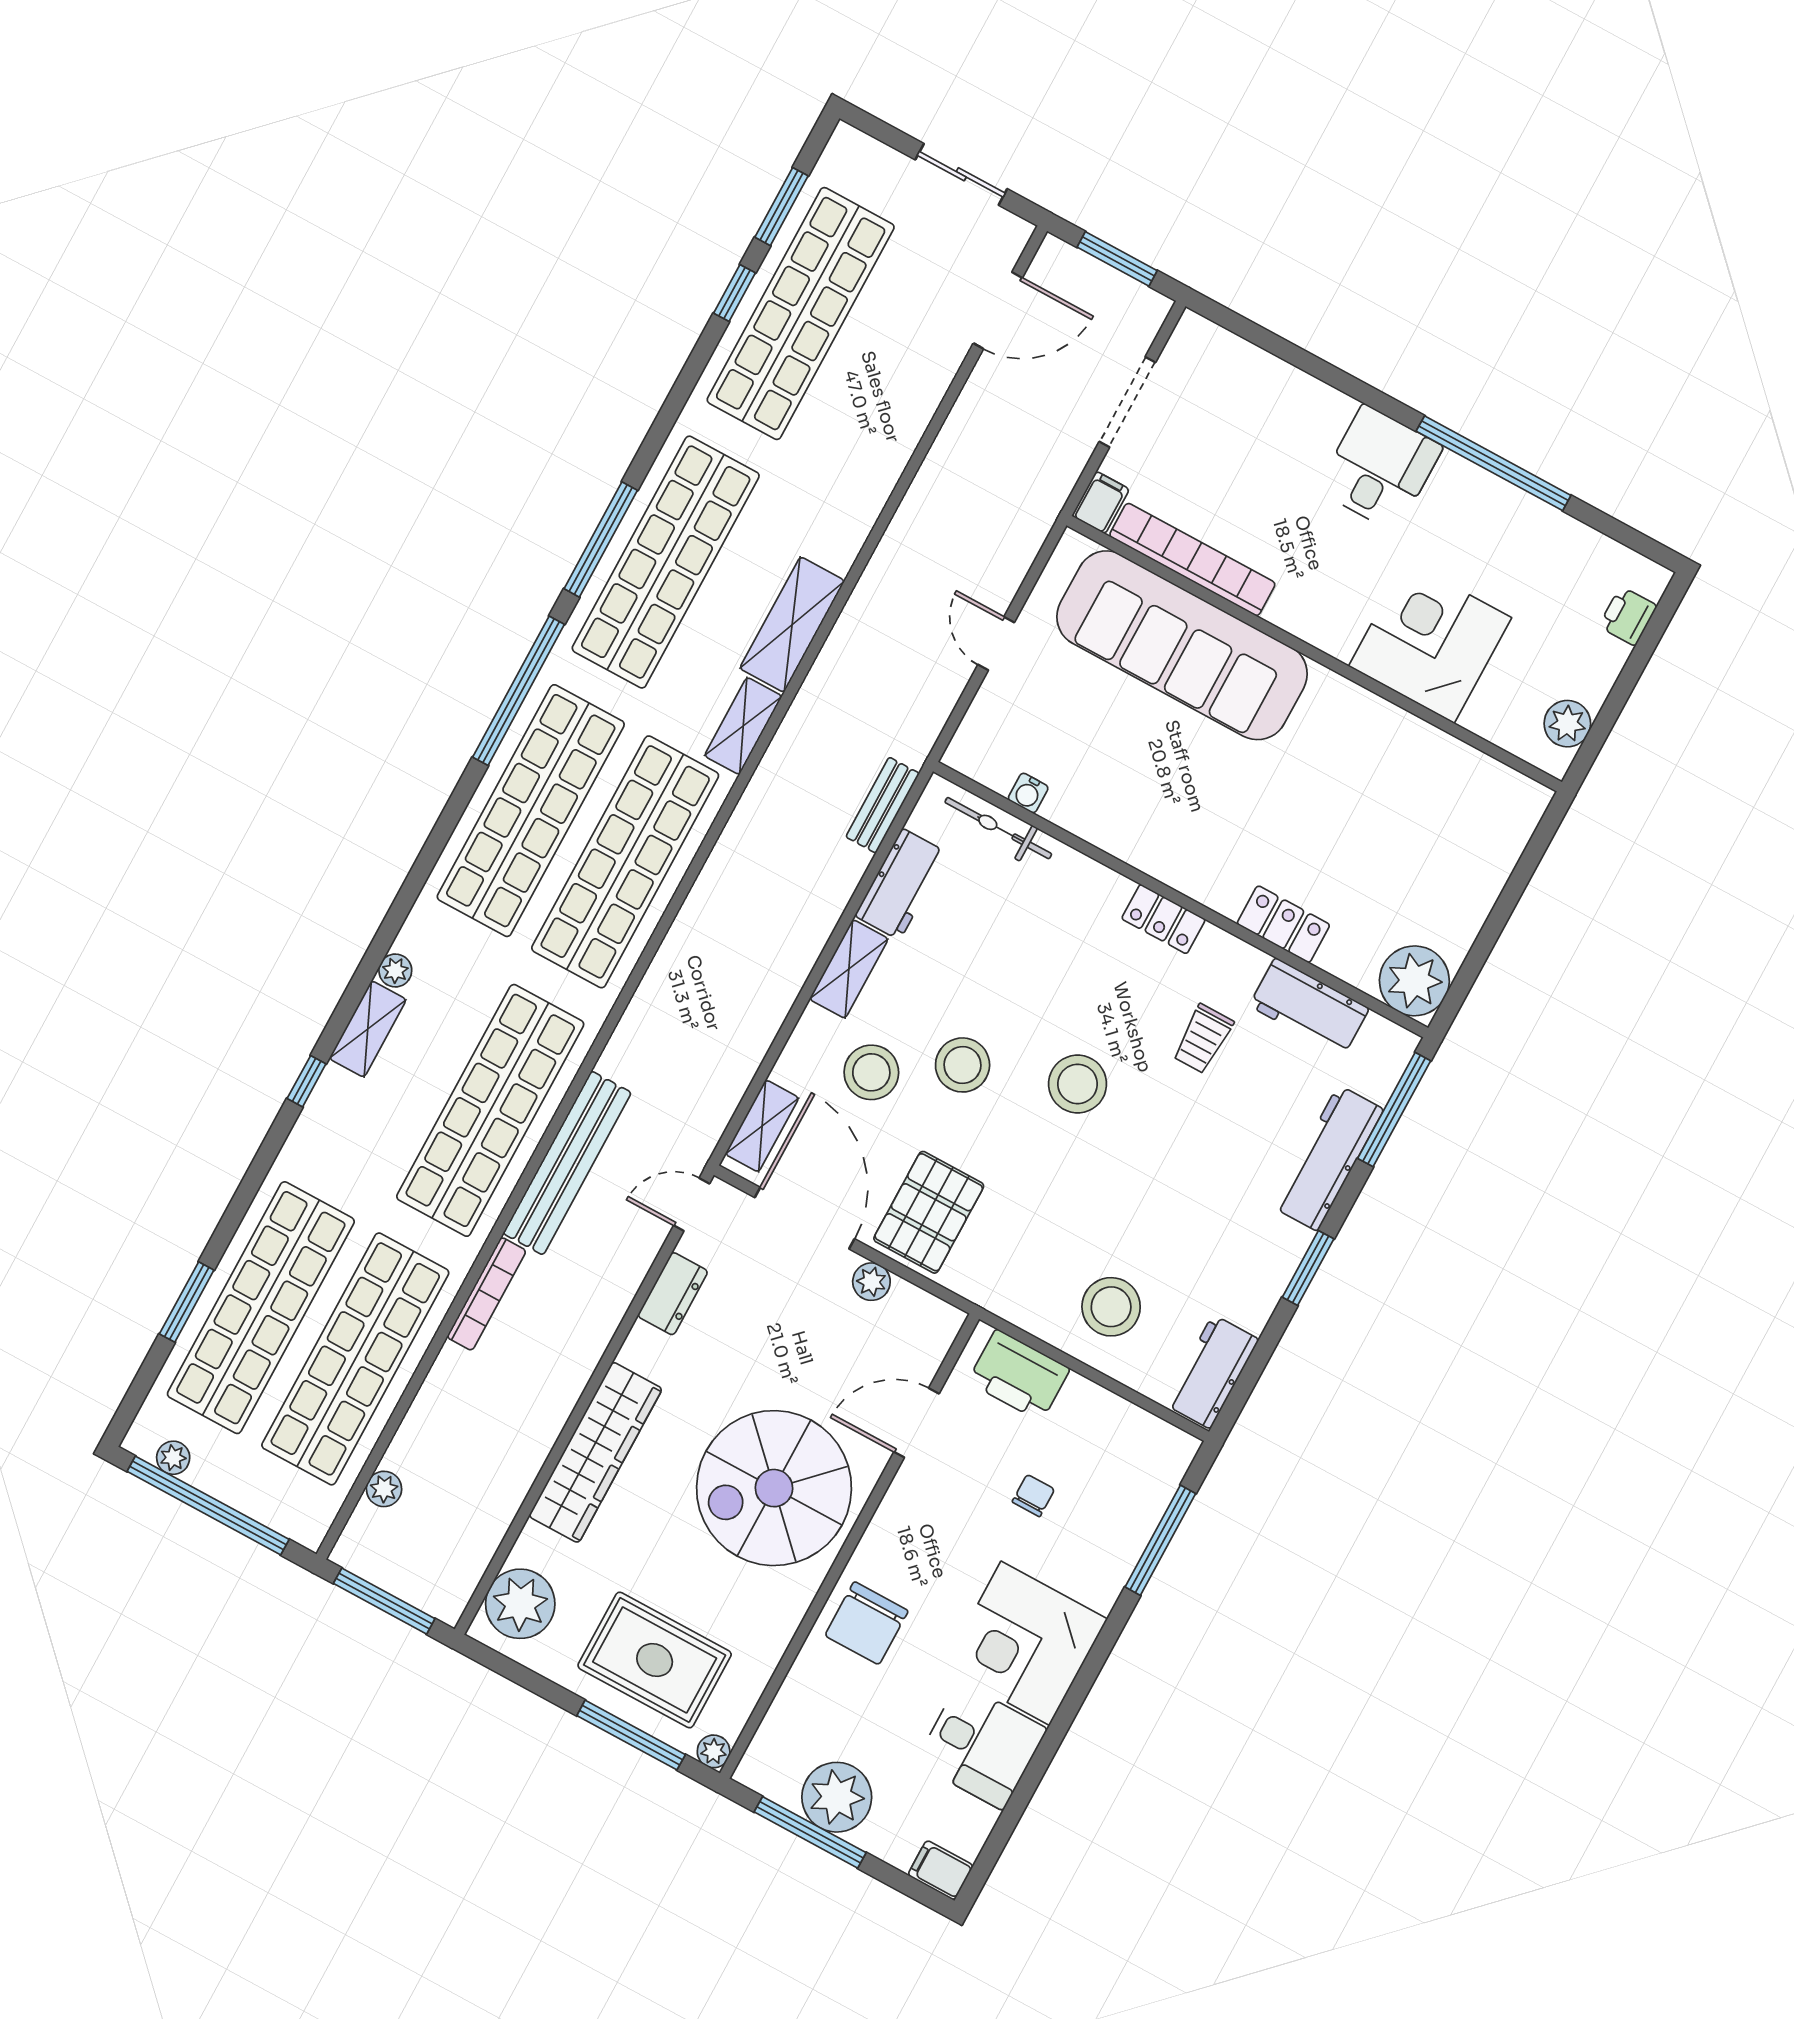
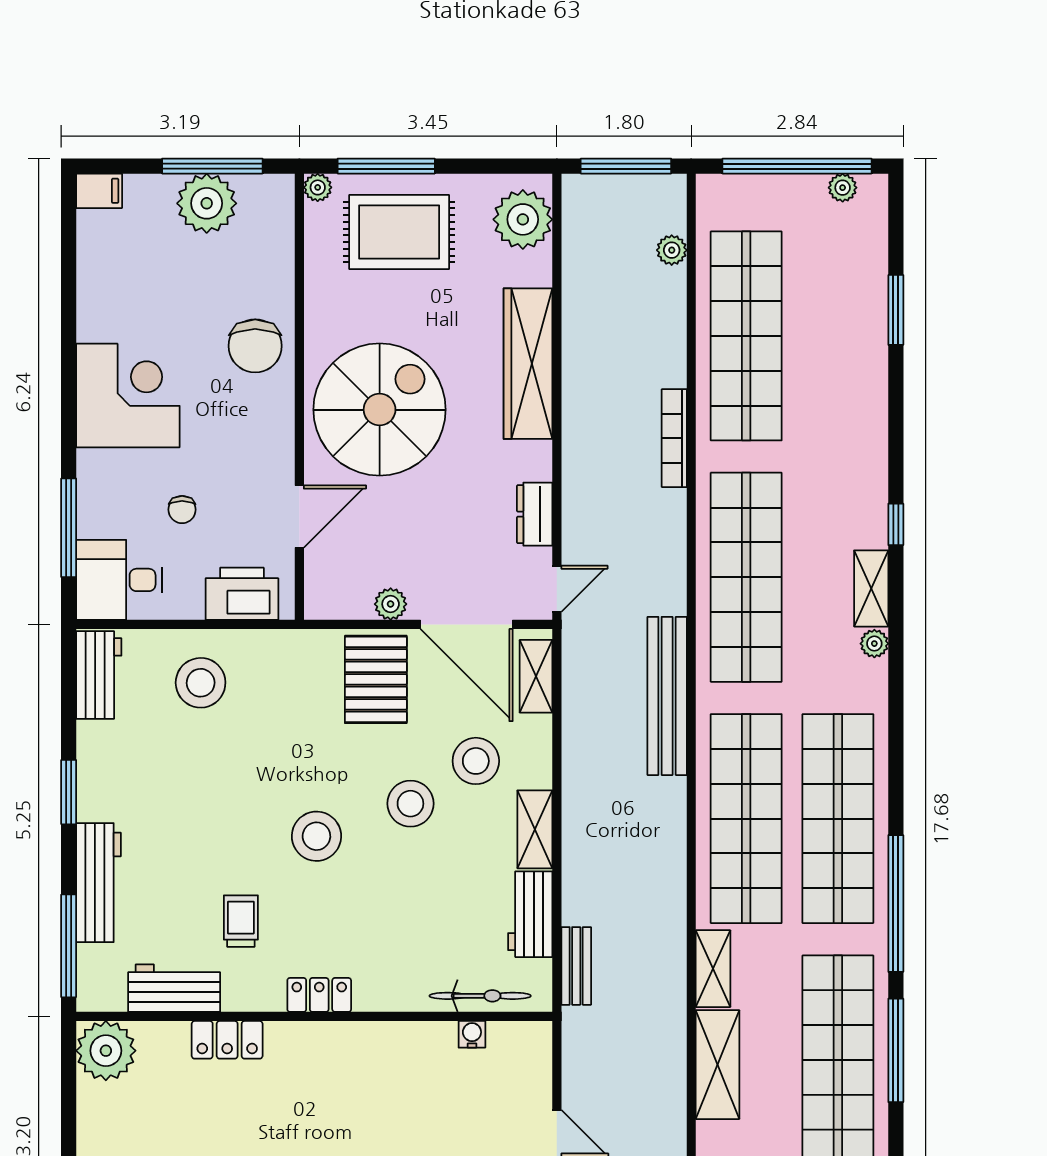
bench: (567, 1163) -> (667, 696), moved
shop shelf: (261, 1308) -> (838, 336), removed
chair: (867, 1623) -> (255, 346), turned 180
desk: (981, 1746) -> (119, 580), moved

